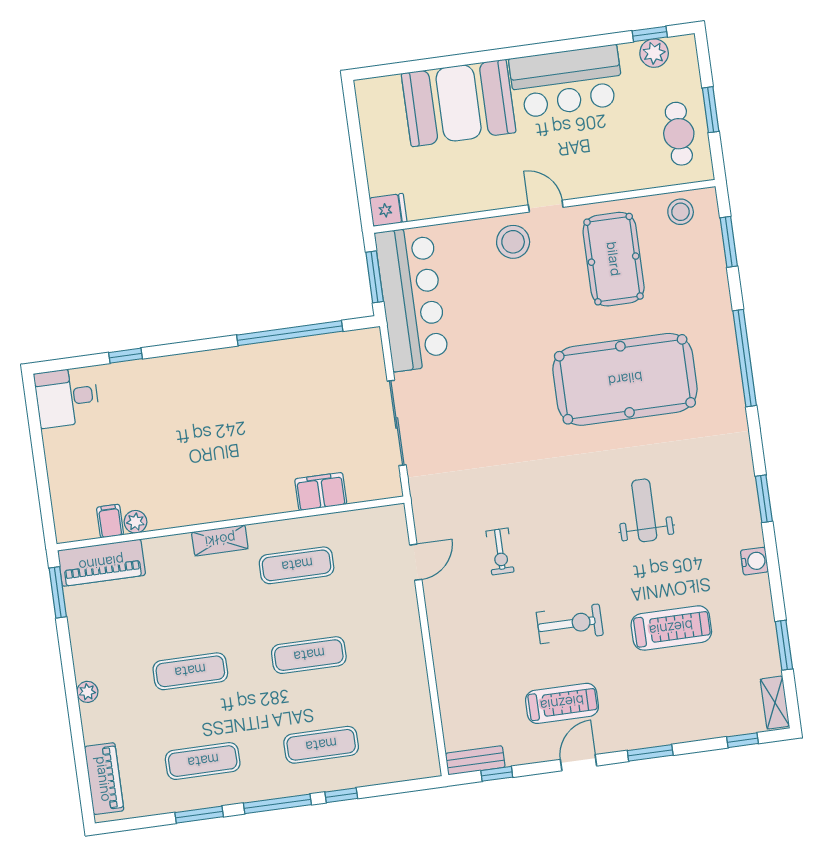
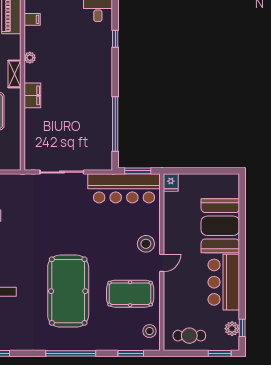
window: (711, 110) -> (220, 353), moved
filing cabinet: (321, 492) -> (32, 95), moved
plant: (135, 522) -> (30, 58), moved

